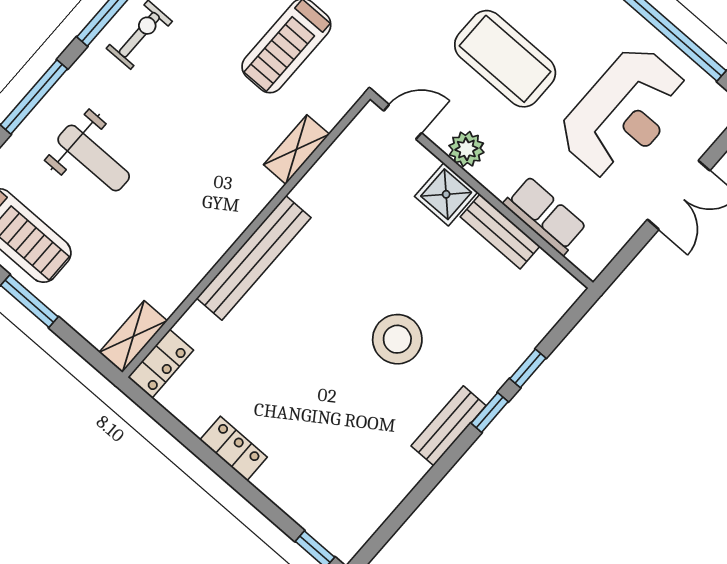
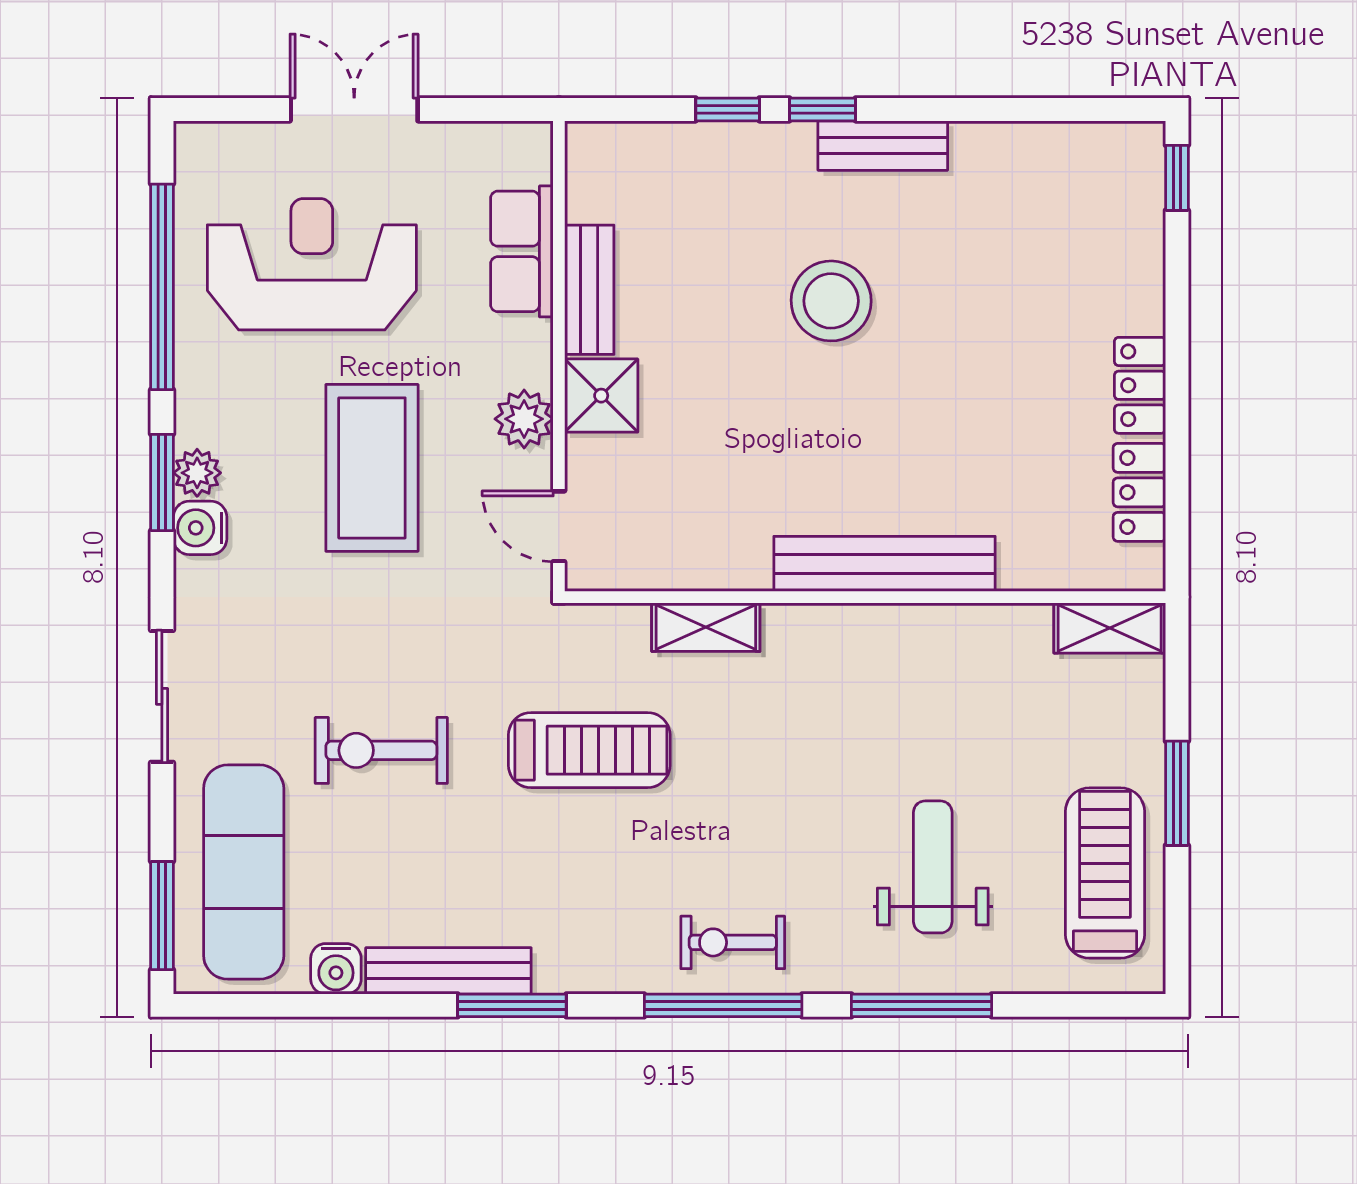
locker: (161, 364) -> (1139, 492), moved, turned -90

